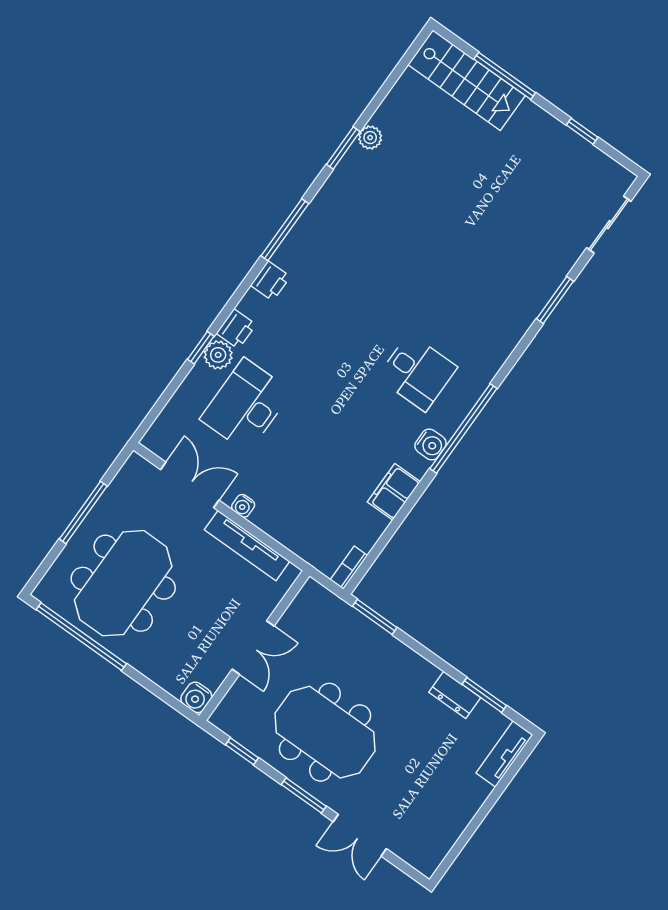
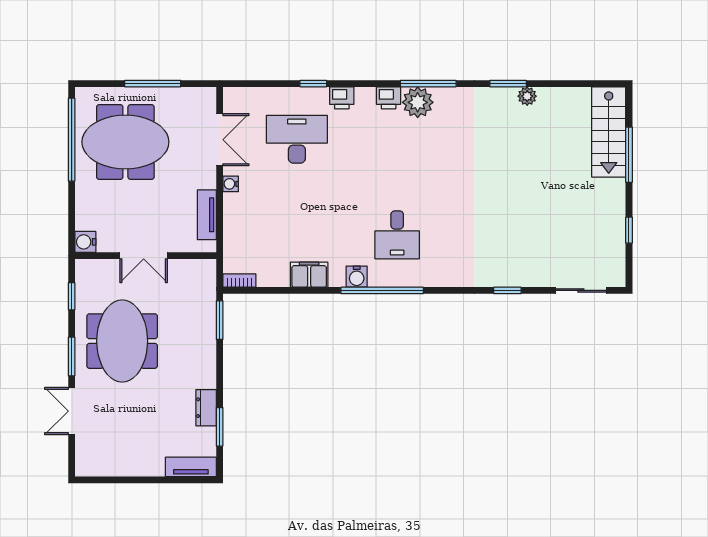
window: (555, 300) -> (507, 290), width x0.67
plant: (218, 355) -> (418, 102), moved, width x1.36, depth x1.36
tv unit: (247, 545) -> (207, 215), width x0.71

